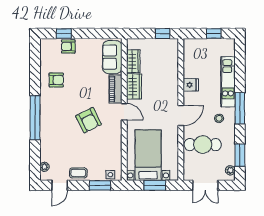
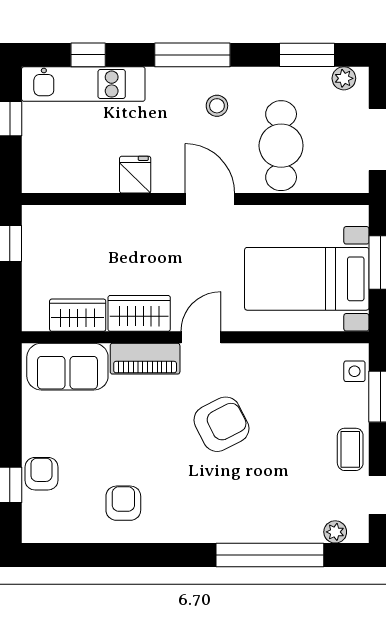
armchair: (68, 46) -> (41, 474), turned 180
window: (240, 66) -> (88, 55), added
kitchen unit: (228, 82) -> (83, 84), moved
window: (35, 118) -> (270, 555), moved

